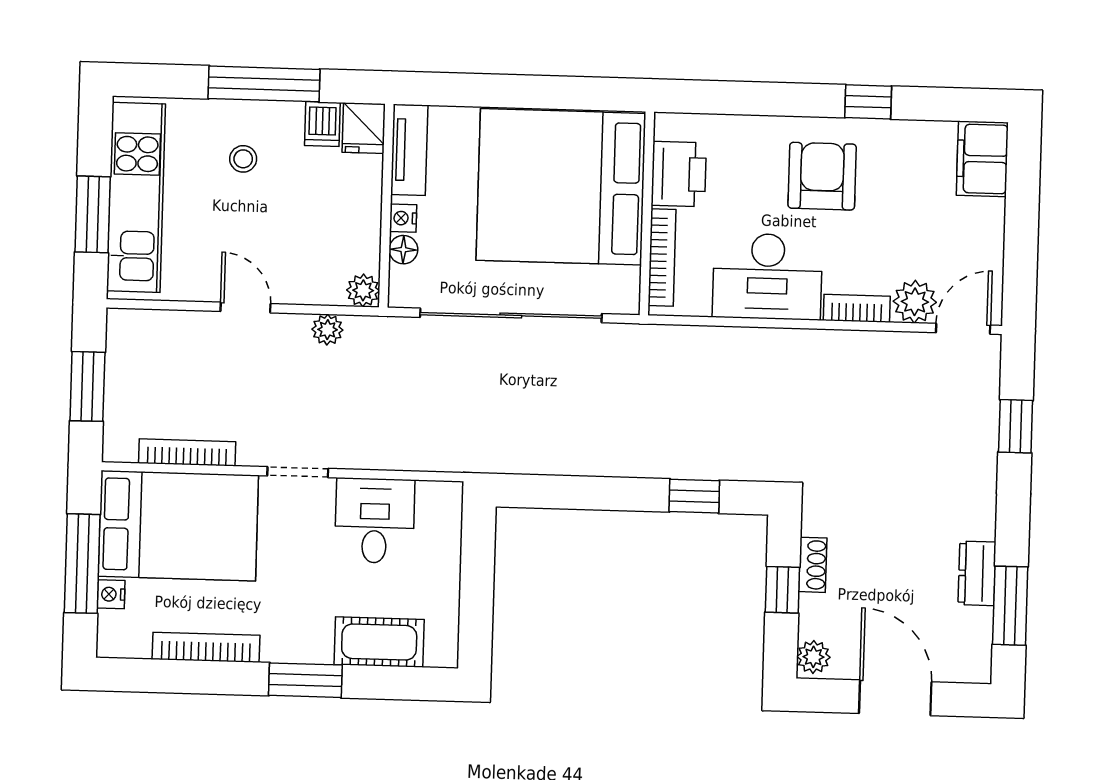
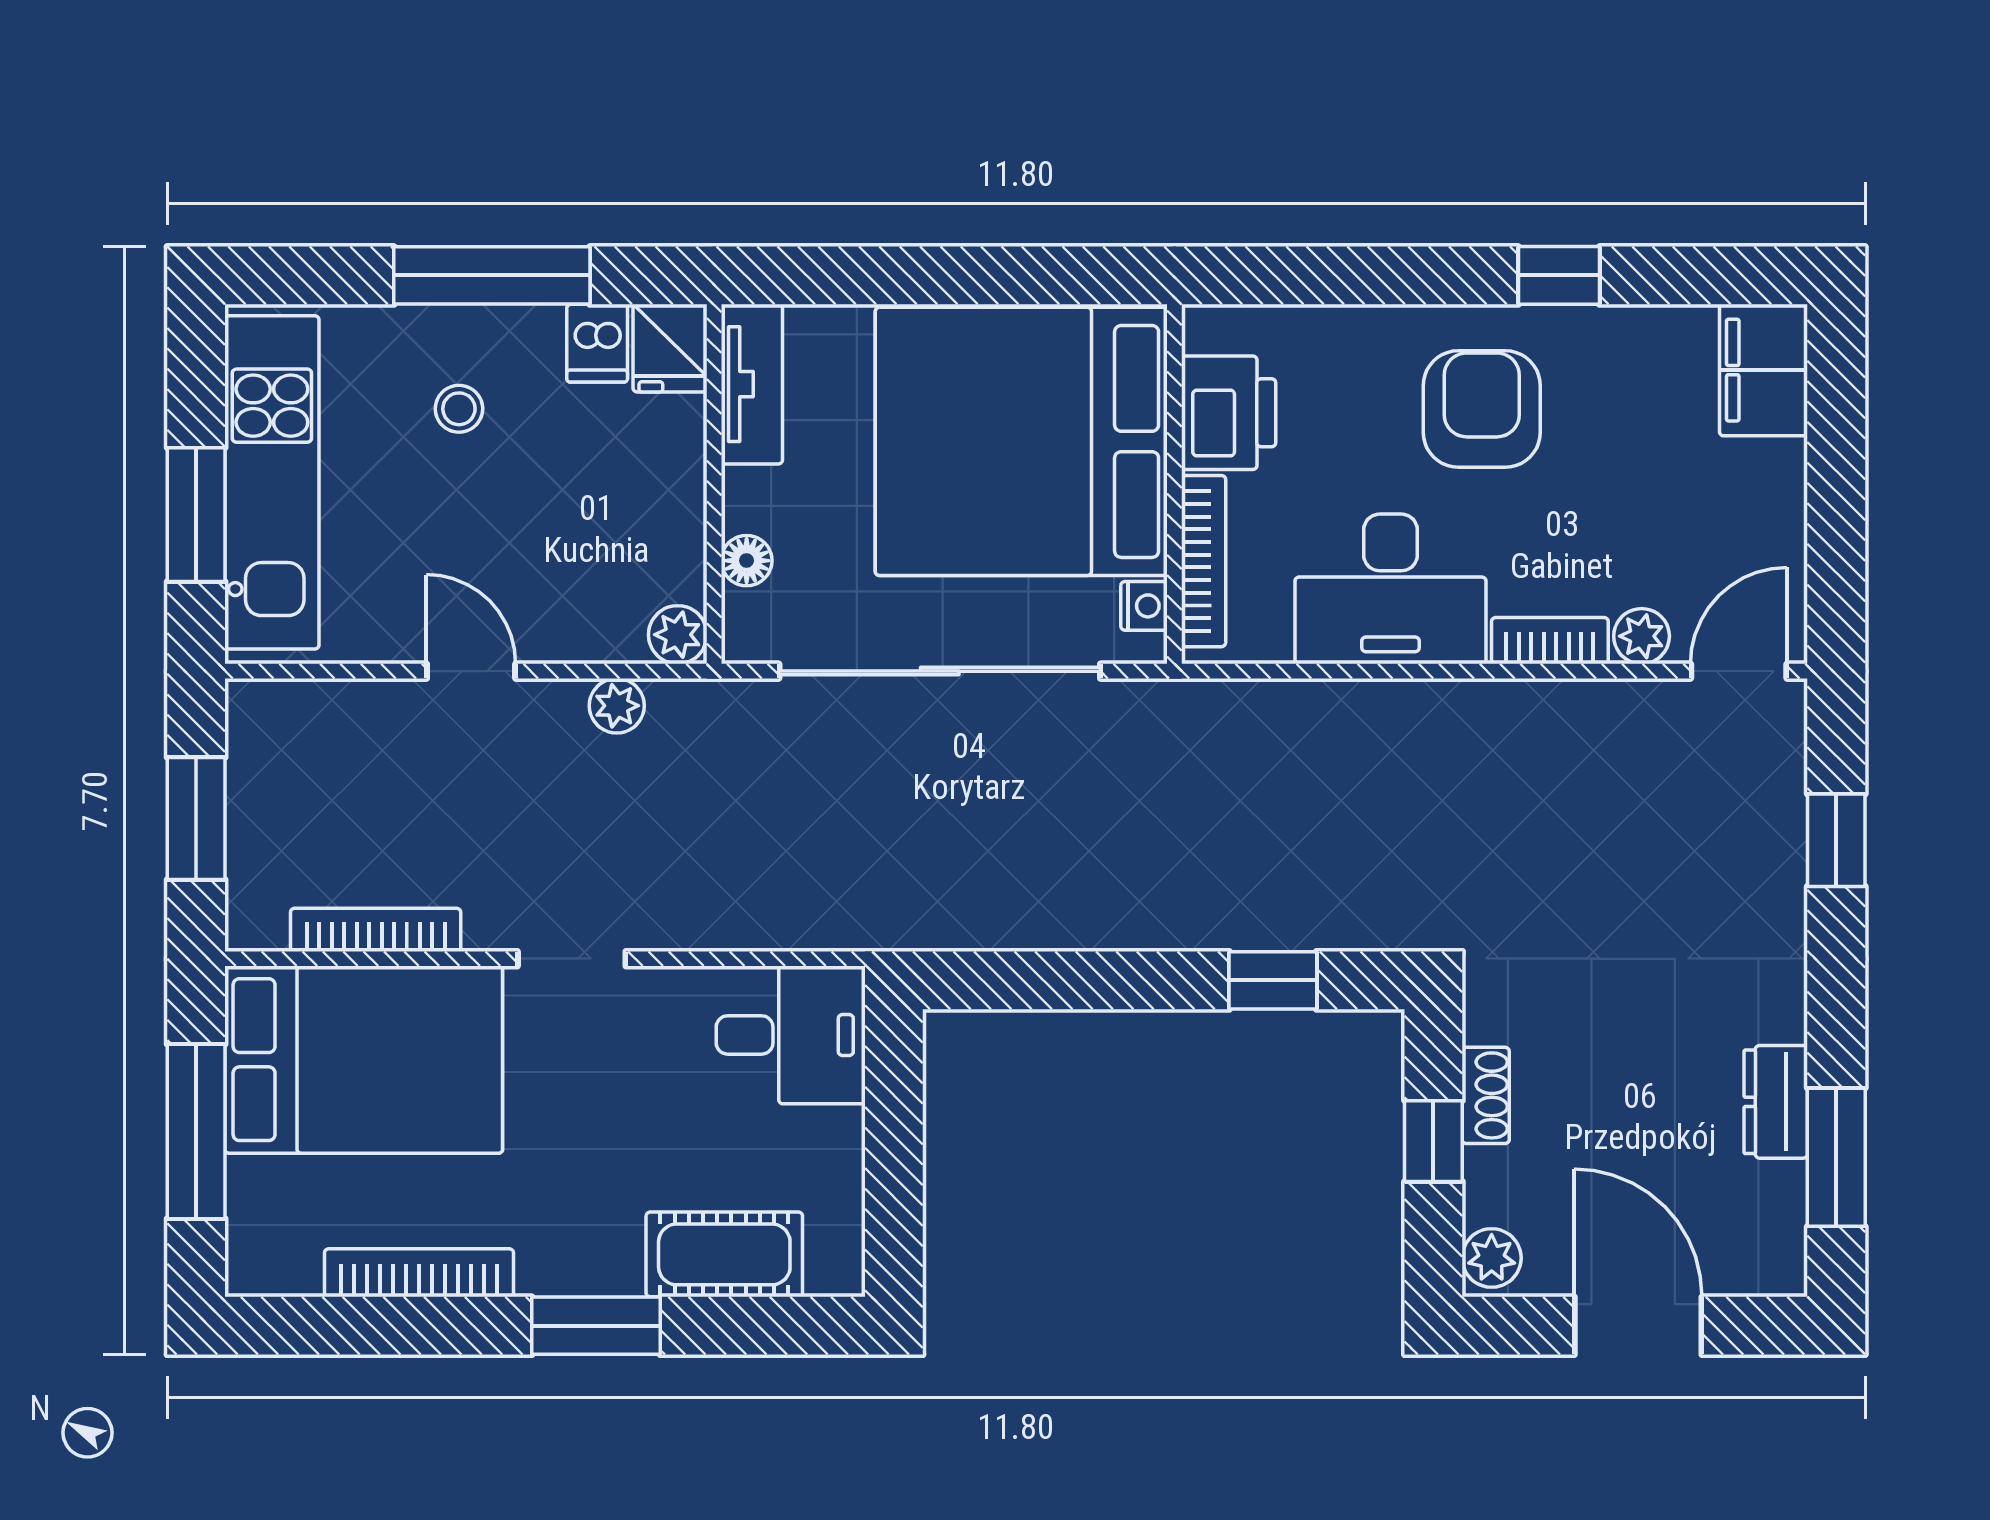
nightstand: (403, 218) -> (1144, 606), moved, turned 180
plant: (915, 302) -> (1642, 636), width x0.73, depth x0.73
desk: (375, 521) -> (791, 1035), moved, turned 90
nightstand: (111, 594) -> (249, 1184), removed

